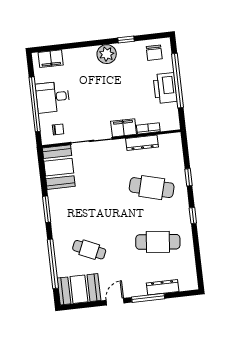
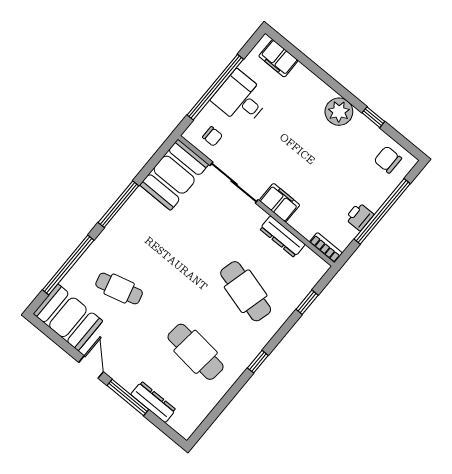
chair: (154, 53) -> (388, 160), turned 90
printer: (165, 88) -> (359, 217), width x0.53, depth x0.68
bookcase: (148, 128) -> (326, 247), moved
window: (188, 177) -> (307, 302), moved
window: (47, 209) -> (118, 204), width x1.44
cafe table: (89, 250) -> (119, 289), turned -39
door: (115, 302) -> (91, 367), hinge flipped

